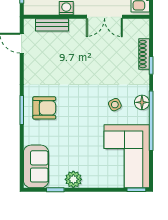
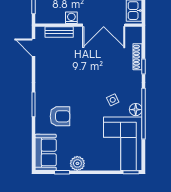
double door: (104, 17) -> (104, 25), width x1.37
floor lamp: (142, 102) -> (136, 110), moved
armchair: (44, 108) -> (60, 116), moved

